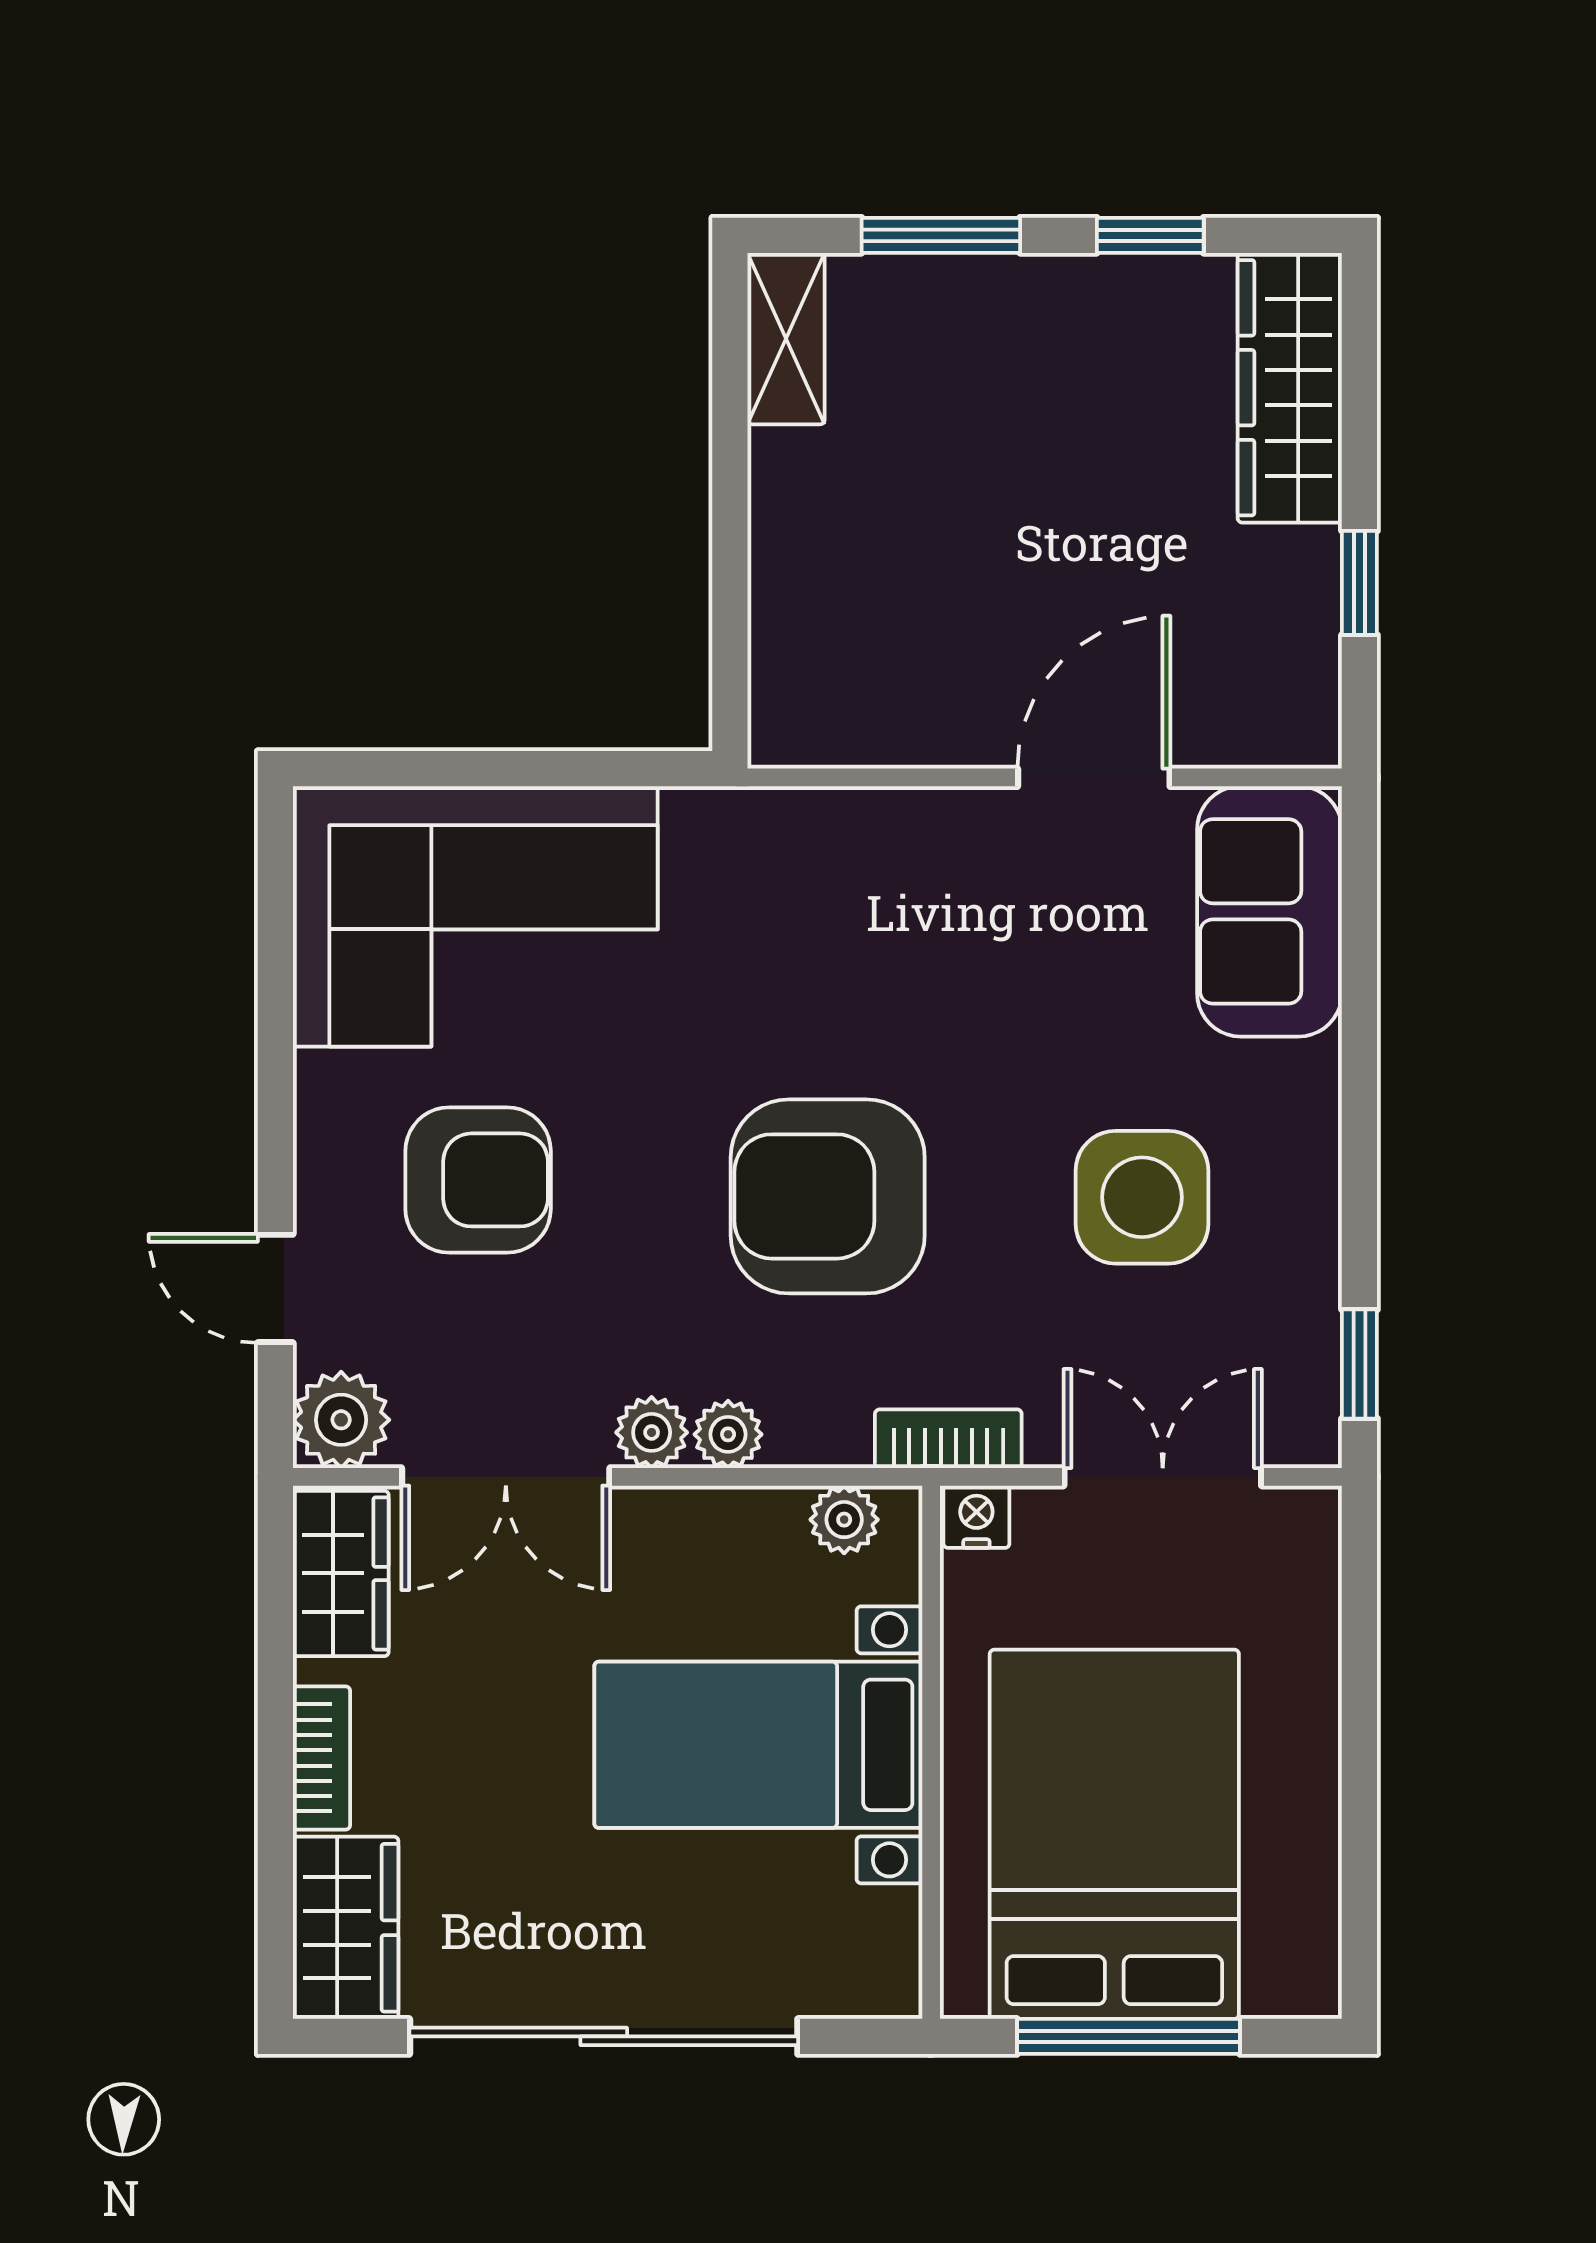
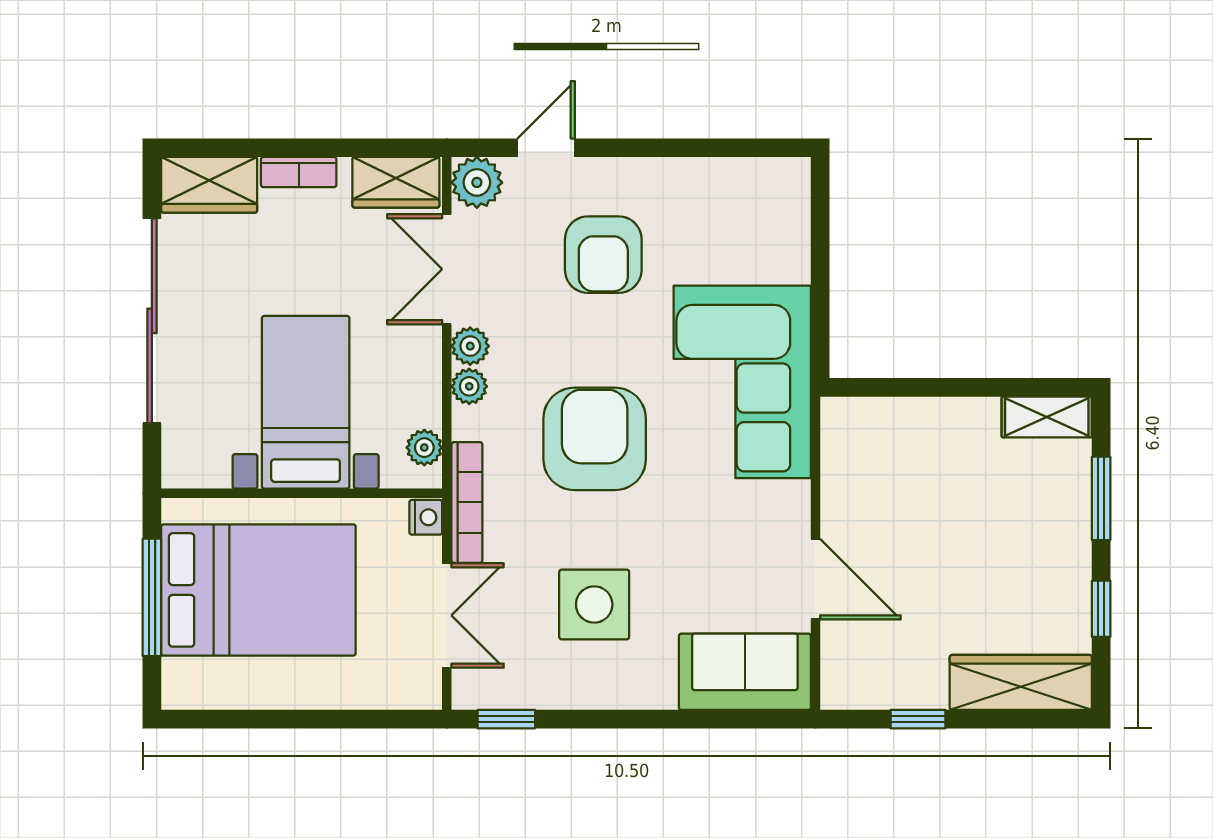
corner sofa: (475, 916) -> (742, 382), moved
bookcase: (948, 1439) -> (467, 502), width x1.56

